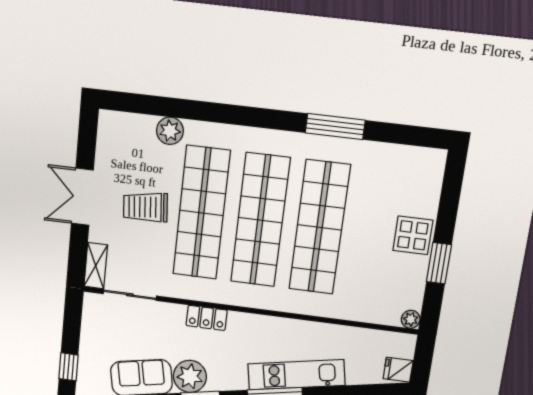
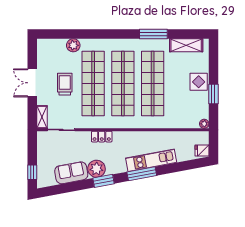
shelving: (399, 158) -> (186, 45), added
trolley: (145, 207) -> (65, 84), turned 95

